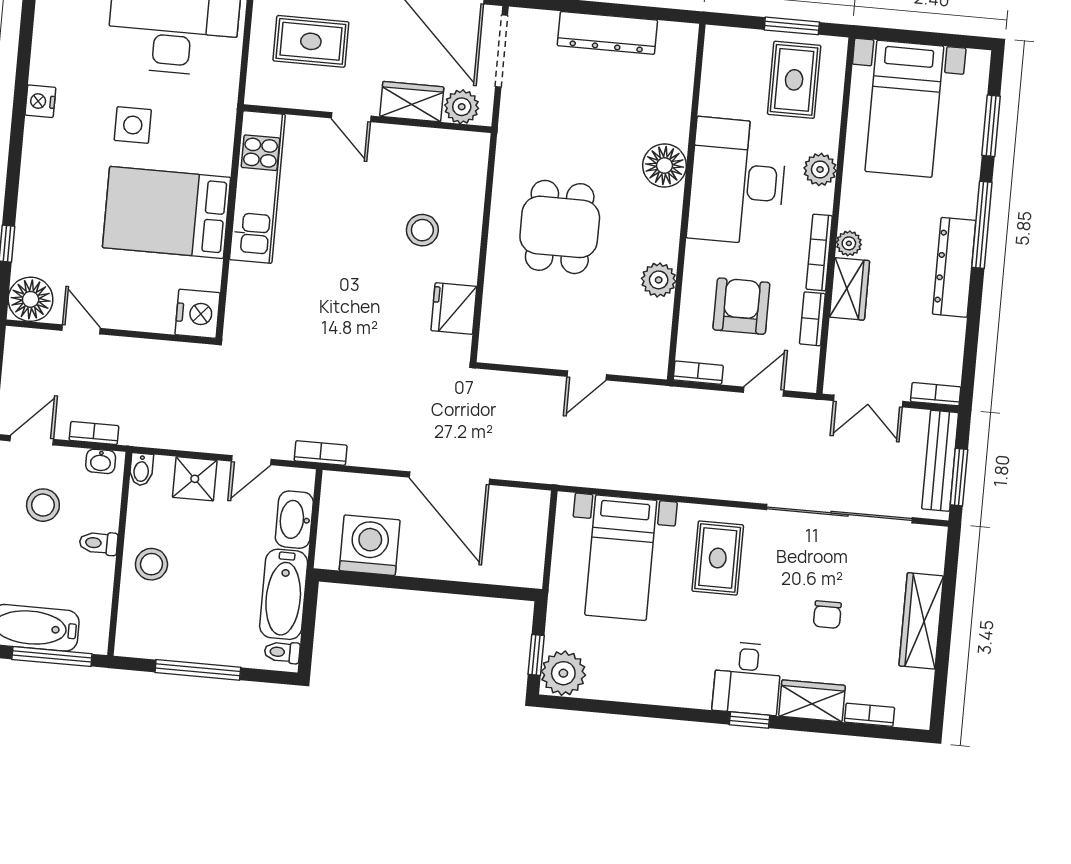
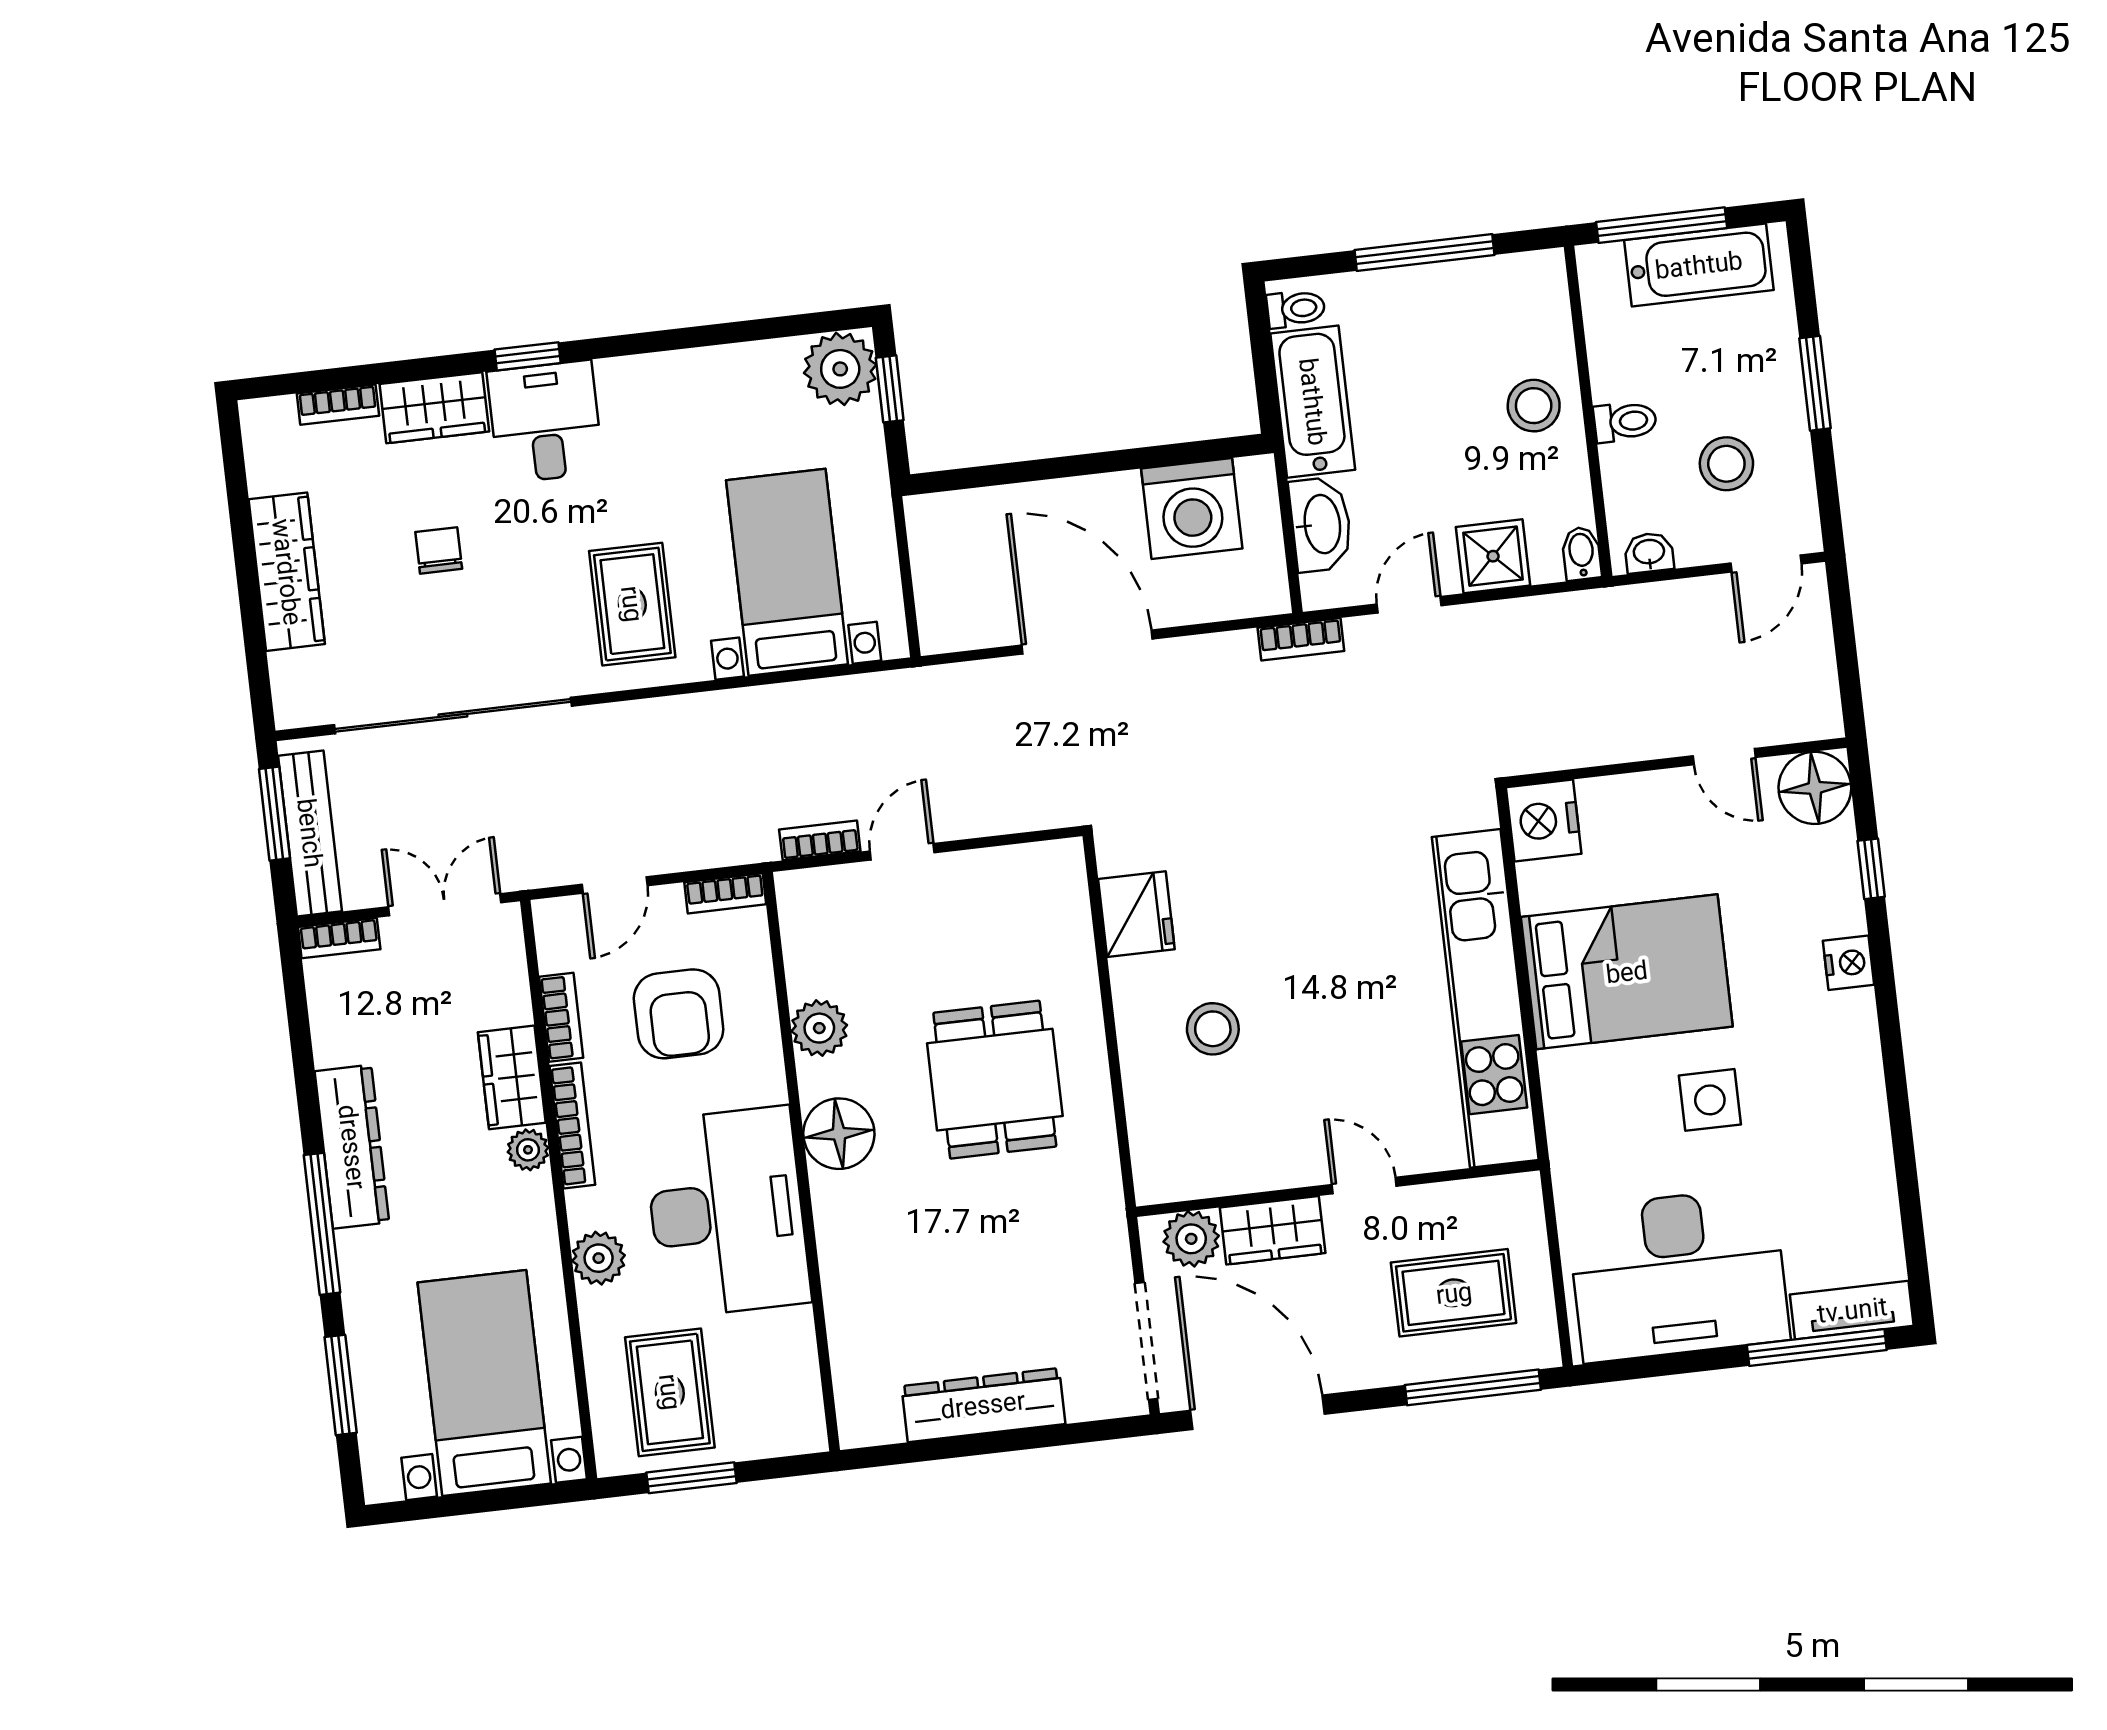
nightstand: (40, 101) -> (1849, 963), moved
floor lamp: (664, 166) -> (839, 1134), moved
kitchen unit: (257, 187) -> (1485, 998), width x1.36
bookcase: (94, 433) -> (820, 840), moved, turned 180

